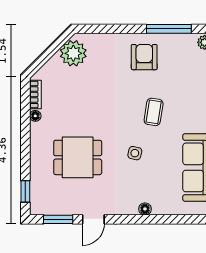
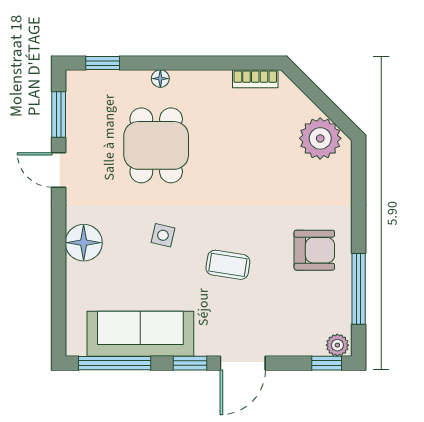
floor lamp: (35, 116) -> (160, 79), moved
floor lamp: (145, 209) -> (84, 243), width x1.89, depth x1.89

